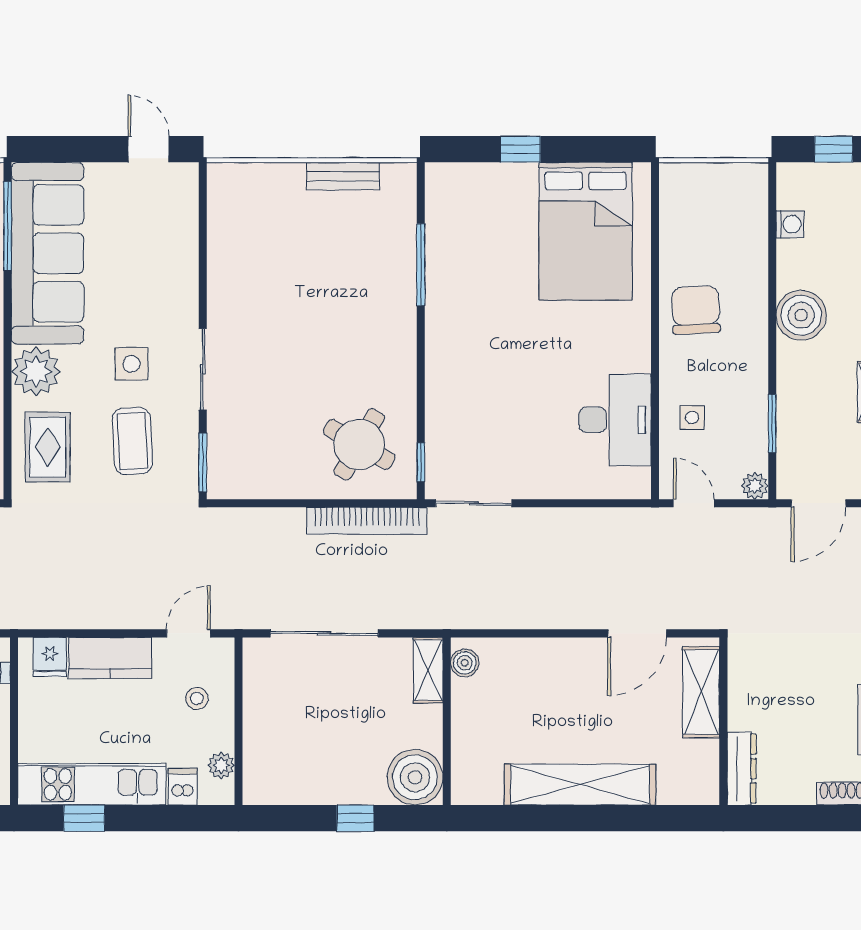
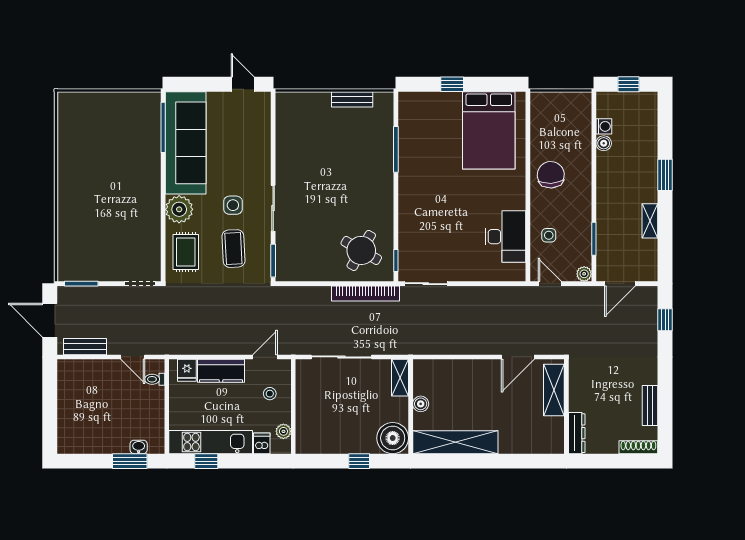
boiler: (801, 315) -> (604, 143), moved, width x0.54, depth x0.54
boiler: (465, 663) -> (421, 404), moved
shelving: (580, 785) -> (455, 442), moved

